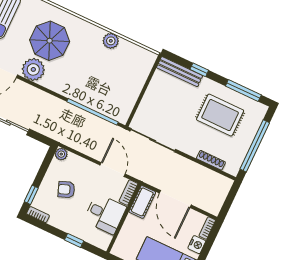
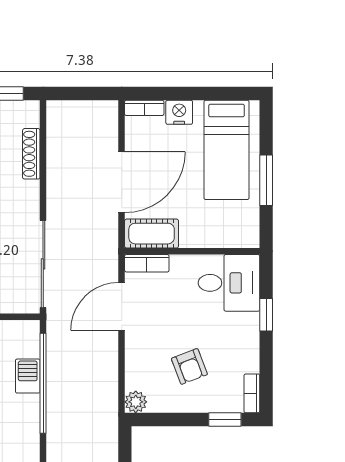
barbecue: (100, 106) -> (28, 376), added
desk: (105, 214) -> (229, 283), moved, turned 90

